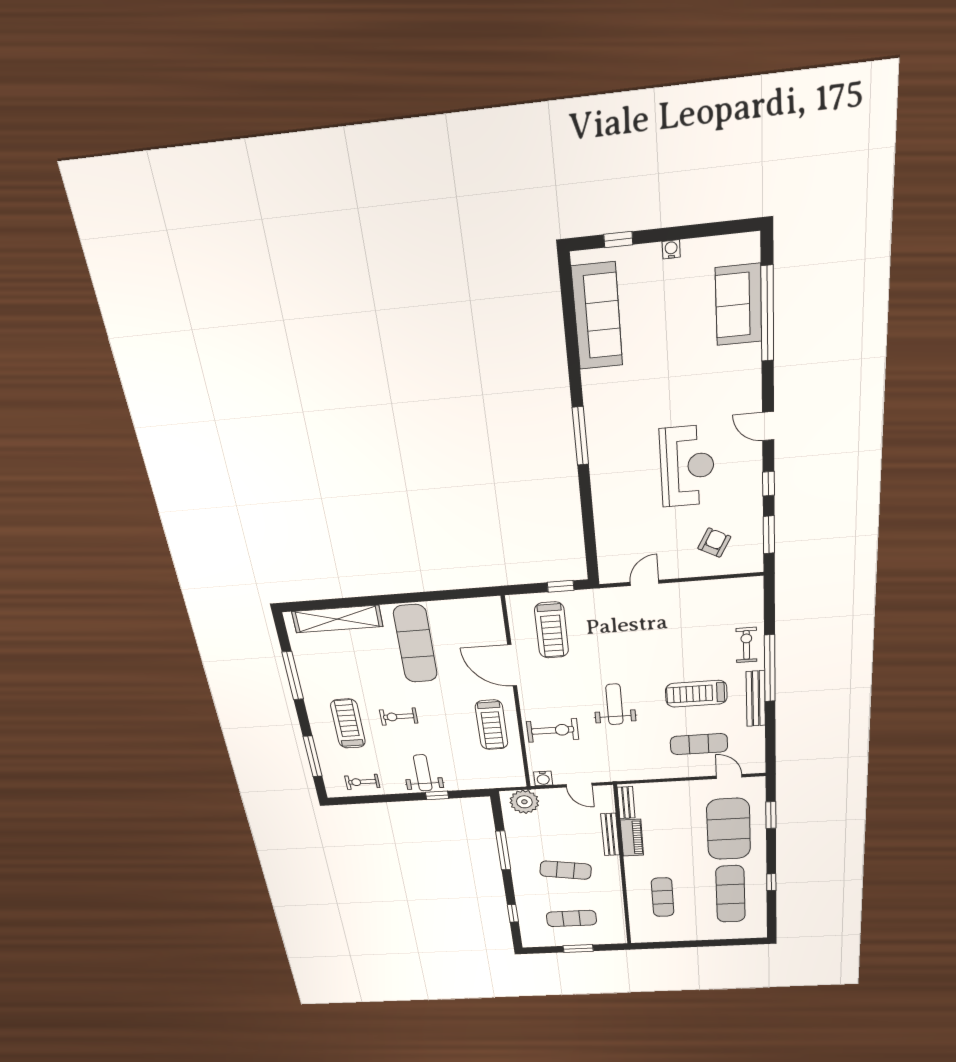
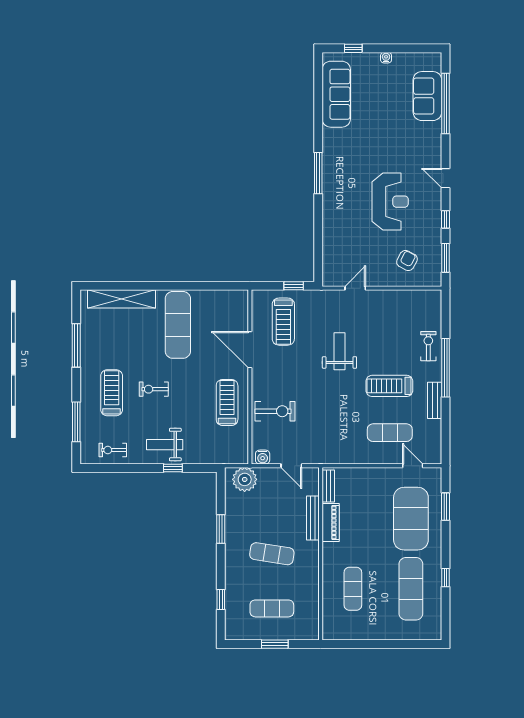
bench: (756, 699) -> (435, 400), width x0.73
weight bench: (614, 704) -> (339, 351), moved
treadmill: (492, 725) -> (227, 402), turned 180
weight bench: (423, 773) -> (165, 445), turned -90
window: (503, 850) -> (221, 529), width x0.69

